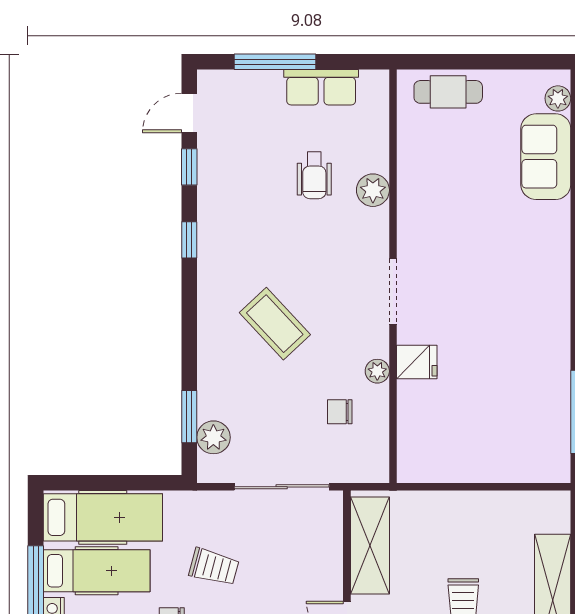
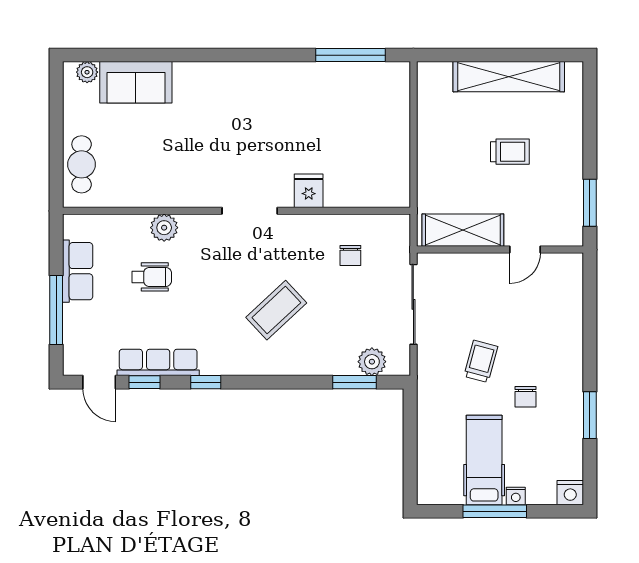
row of seats: (213, 183) -> (158, 362), added
plant: (377, 371) -> (316, 224), removed
hospital bed: (103, 517) -> (439, 455), removed

